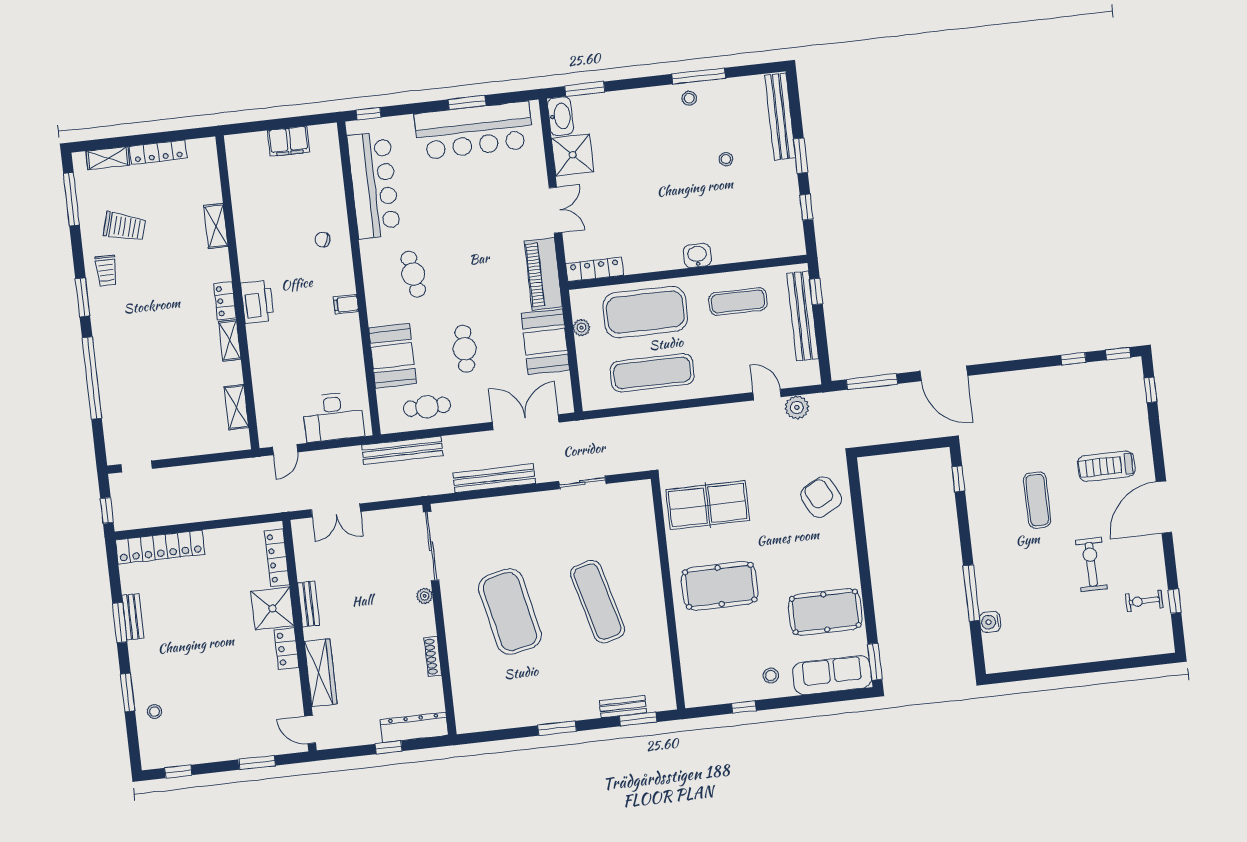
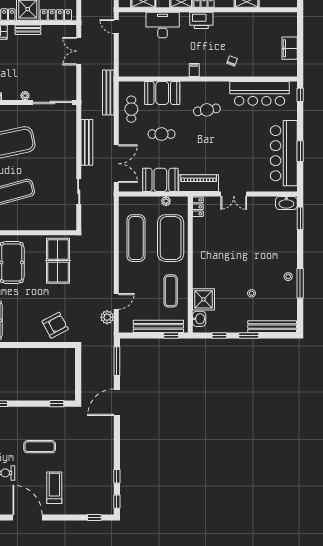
shower: (573, 155) -> (203, 299), moved
washbasin: (697, 255) -> (199, 319), moved
locker: (595, 269) -> (198, 207), width x0.66
desk: (333, 417) -> (163, 25), moved, turned 90

